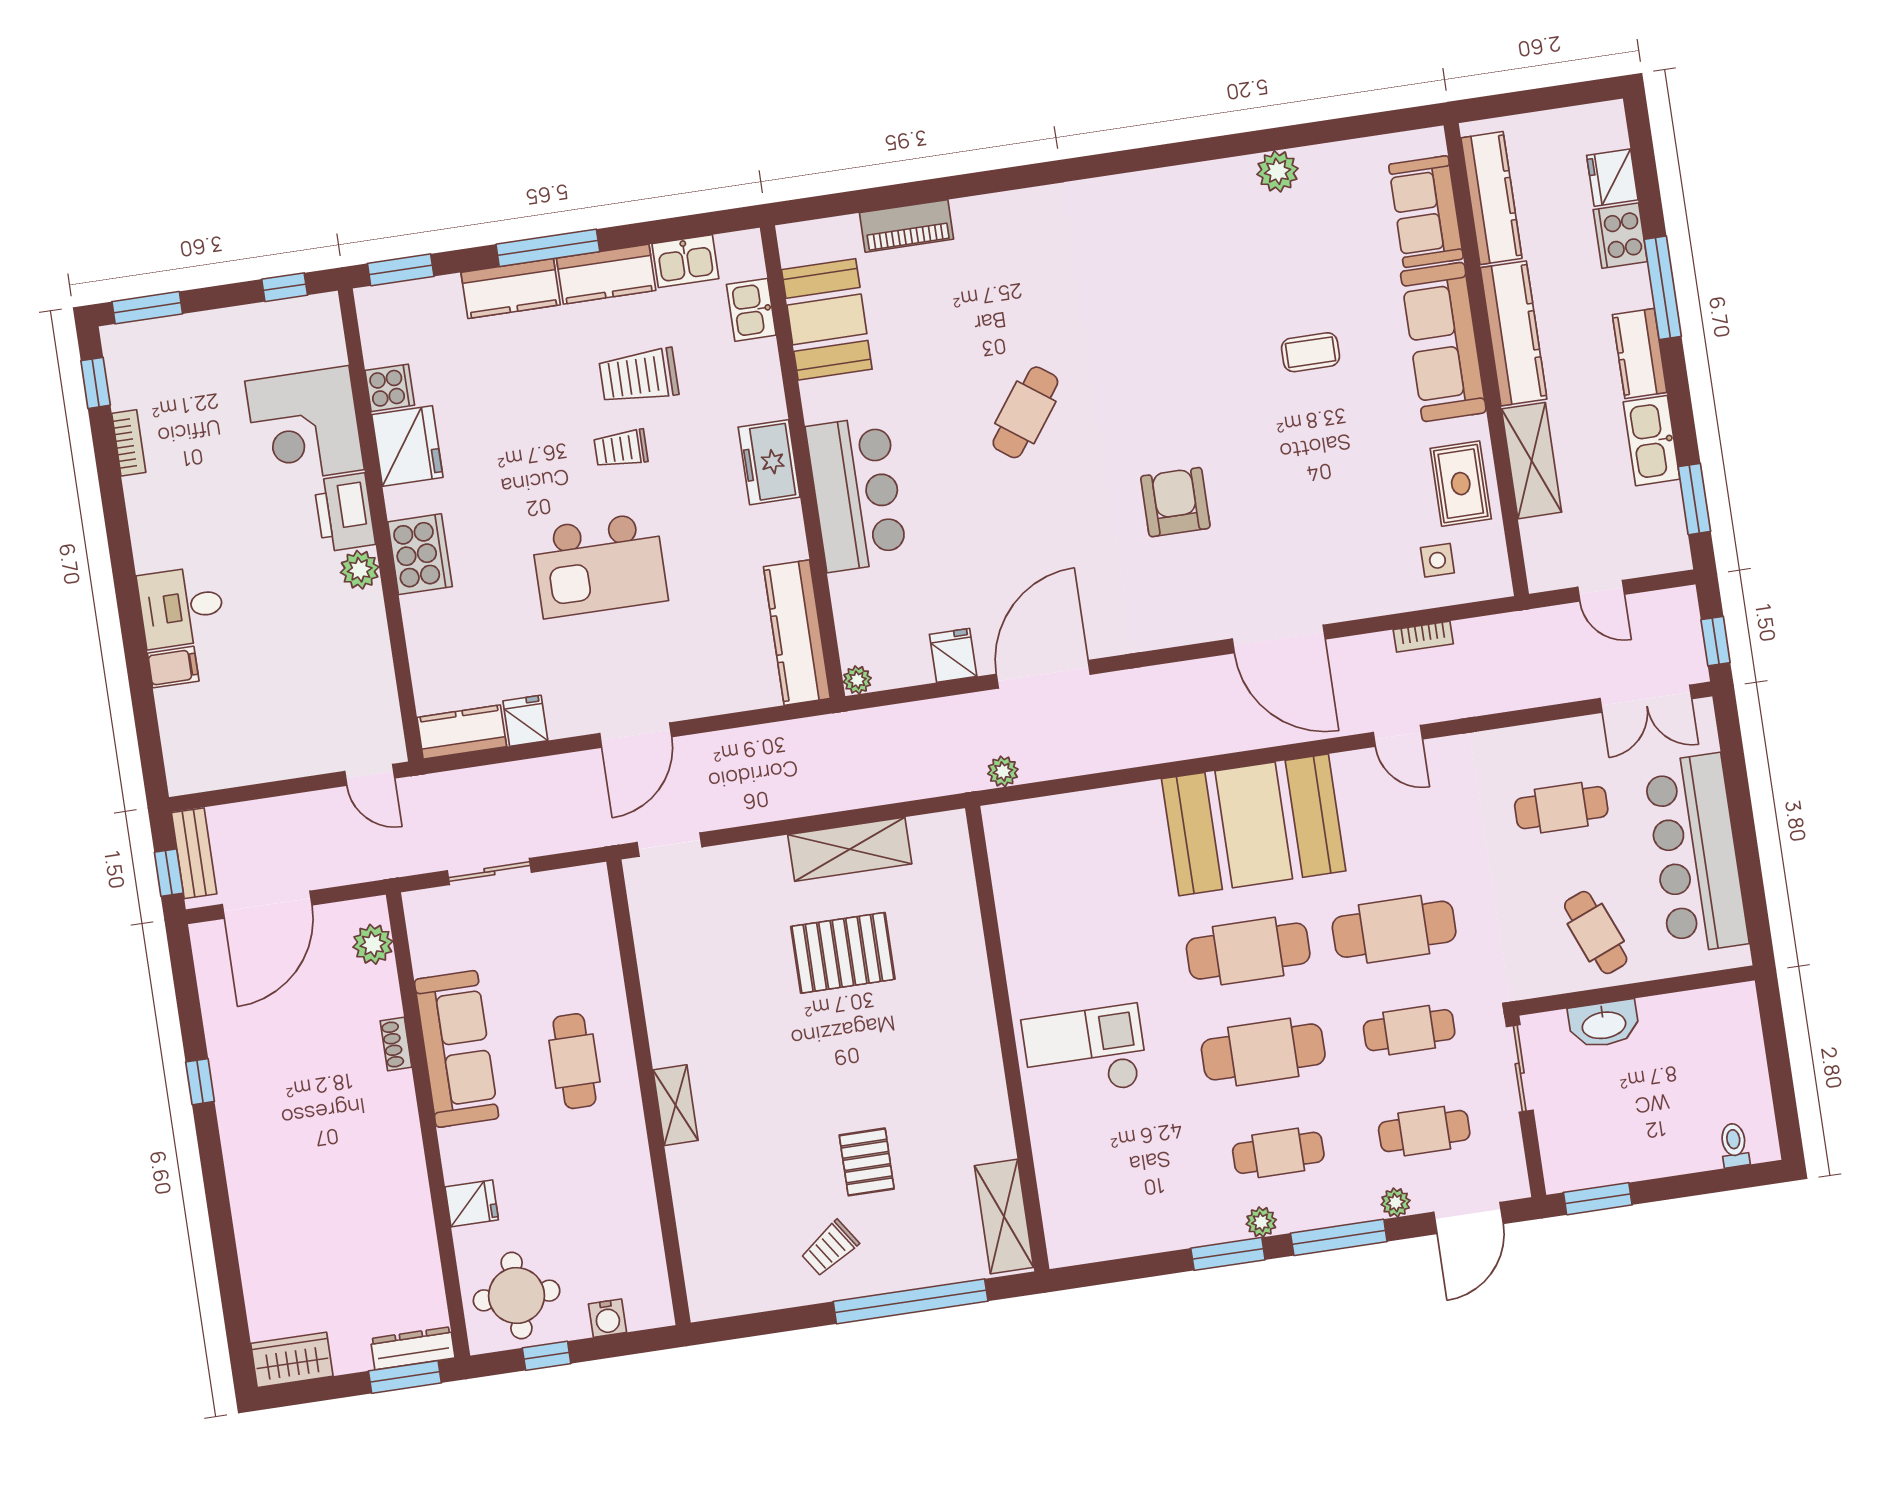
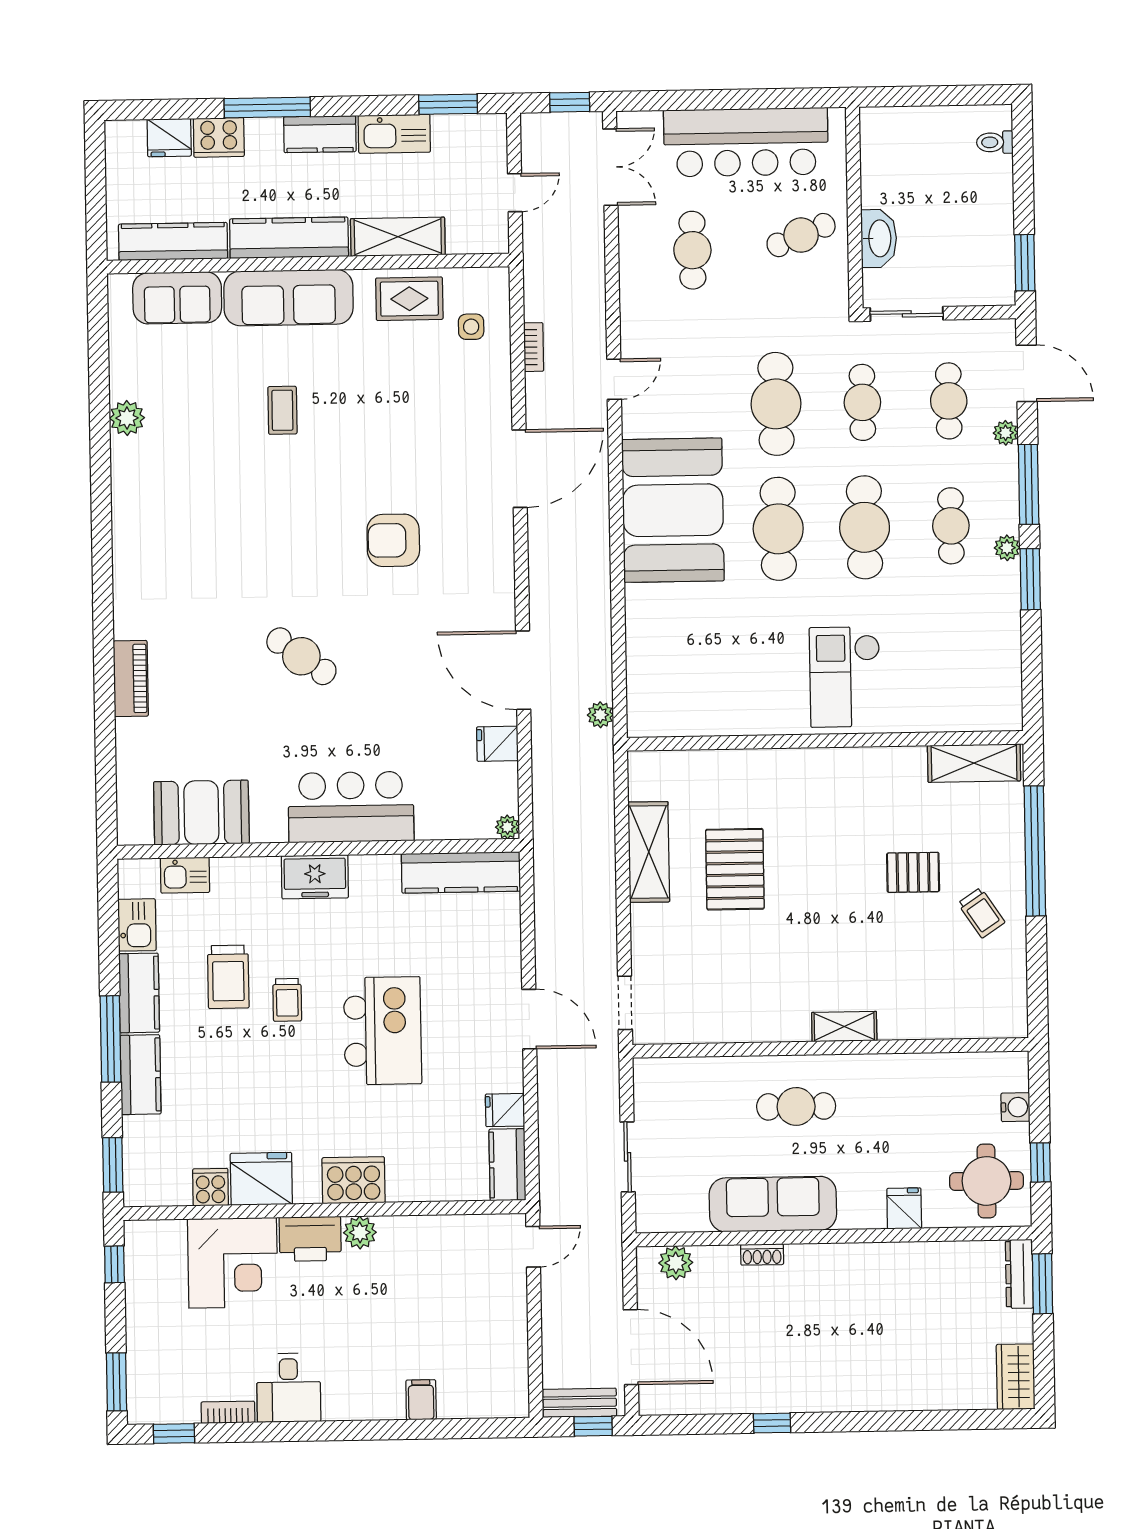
piano: (906, 226) -> (131, 679), moved
desk: (181, 607) -> (289, 1388), moved

